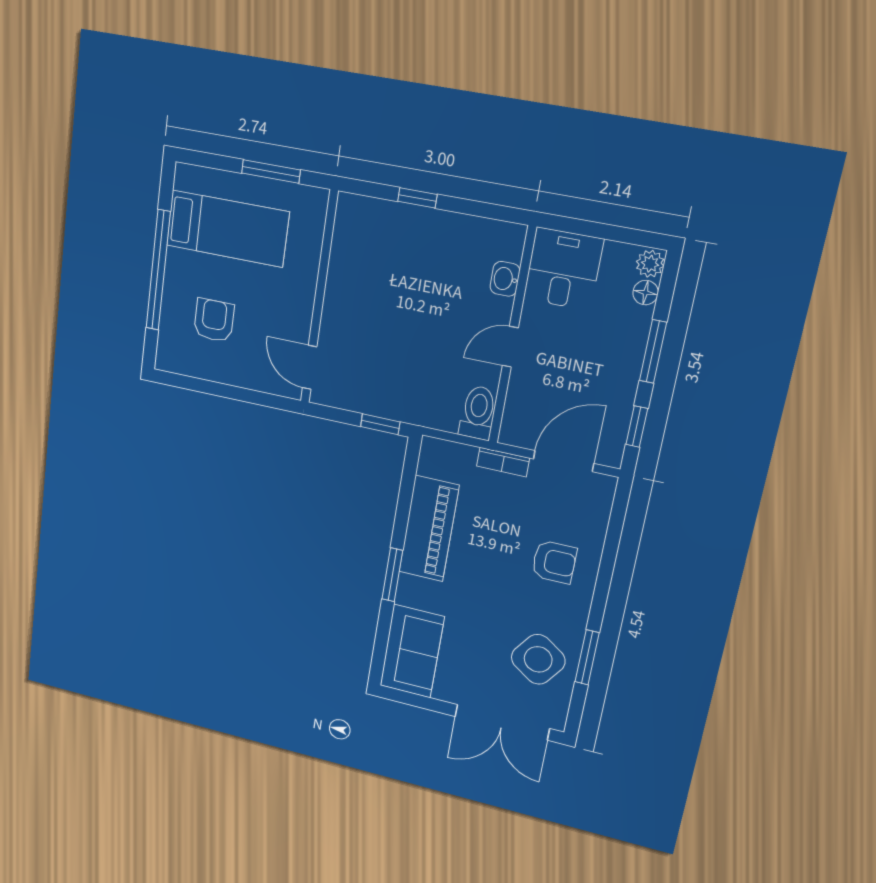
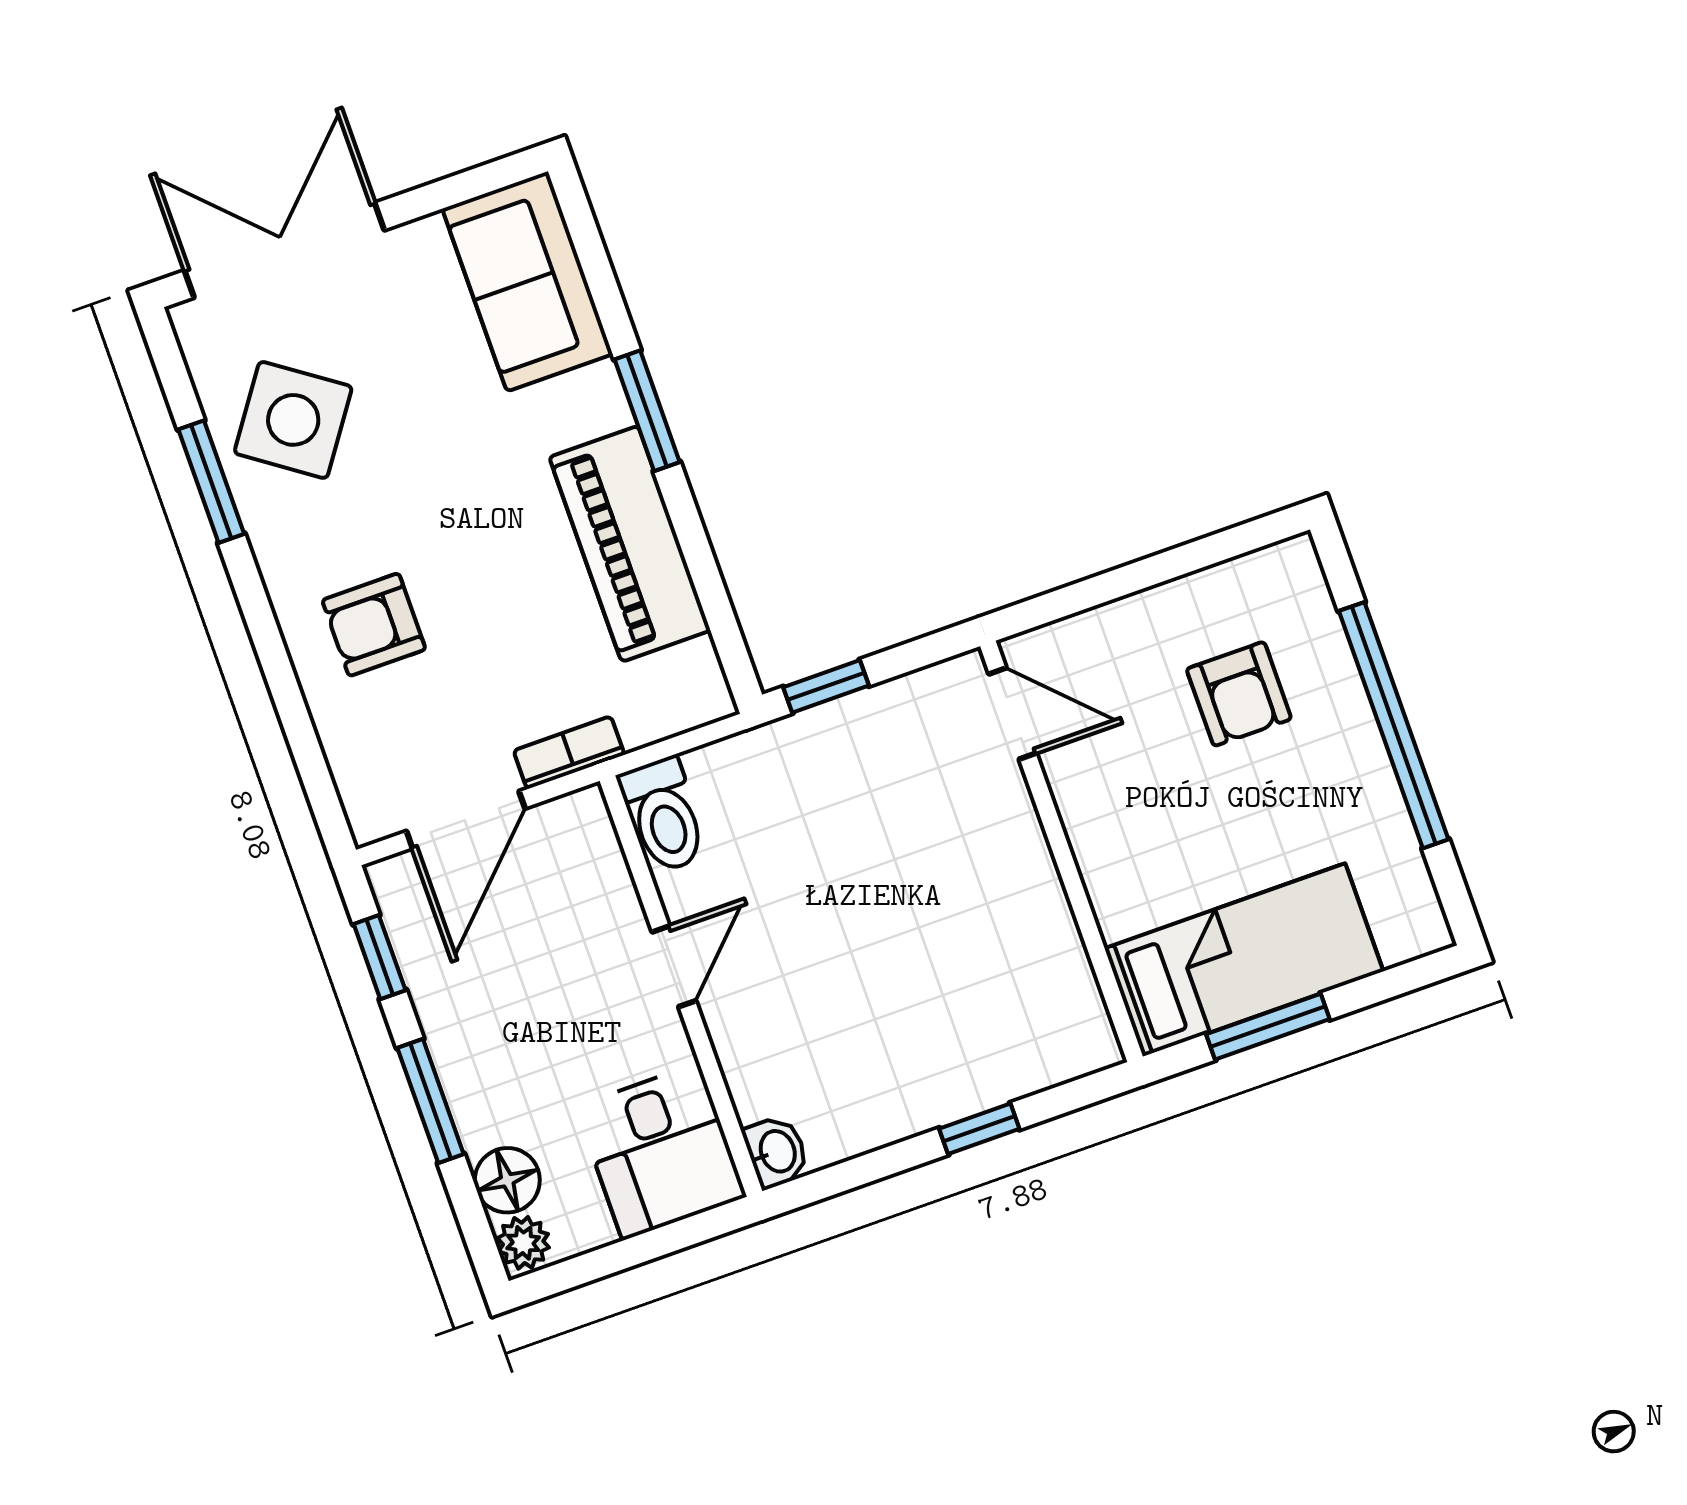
bed: (227, 229) -> (1244, 960), moved, turned 180
washbasin: (505, 279) -> (776, 1152), moved
floor lamp: (646, 293) -> (507, 1180), width x1.37, depth x1.37

